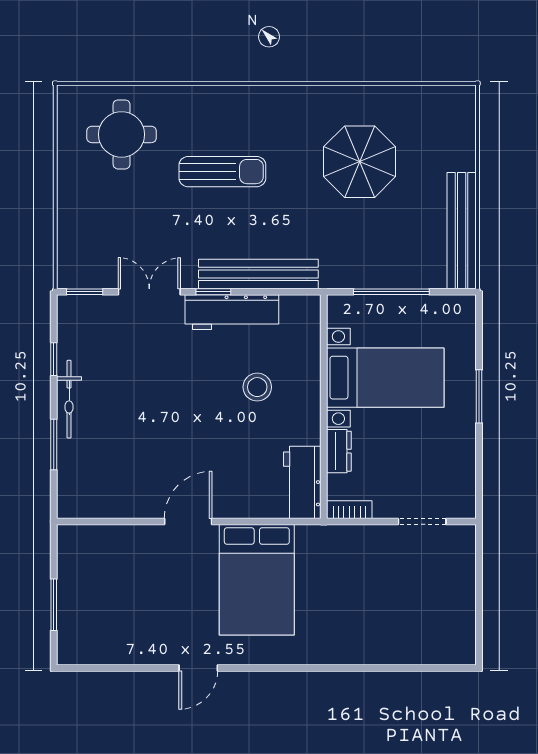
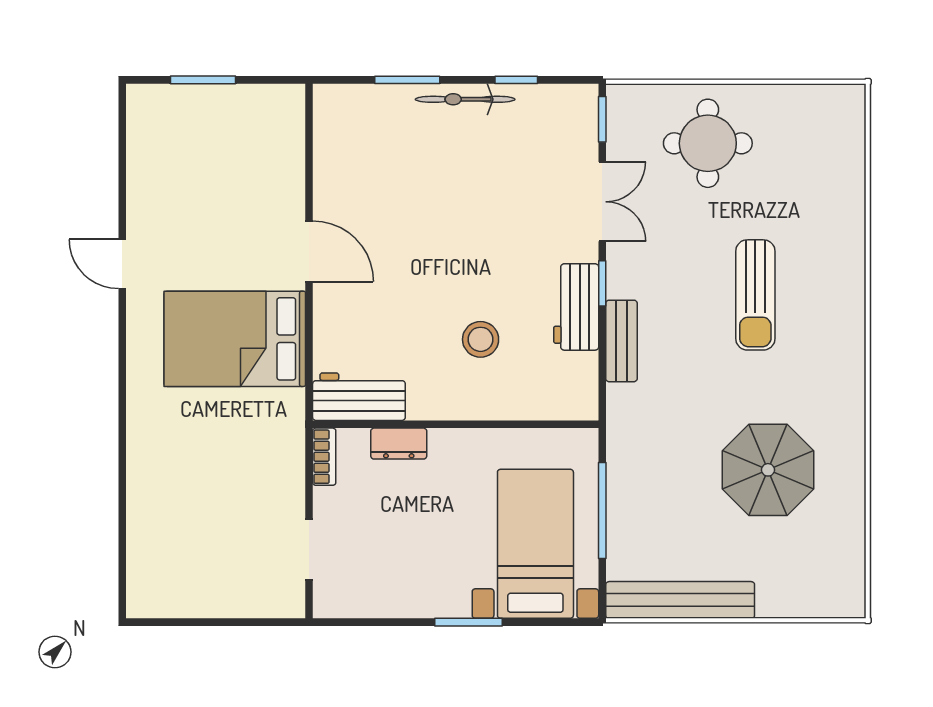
round table: (122, 134) -> (708, 143), moved
bench: (258, 274) -> (621, 341), width x0.54, depth x0.82
workbench: (232, 312) -> (576, 307), width x0.73
bed with nightstands: (385, 378) -> (535, 544), moved, turned 180

